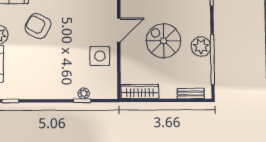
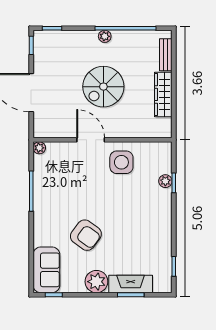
armchair: (38, 26) -> (86, 235), turned -82
plant: (201, 46) -> (105, 36), width x0.53, depth x0.53
wardrobe: (140, 92) -> (163, 94), moved

